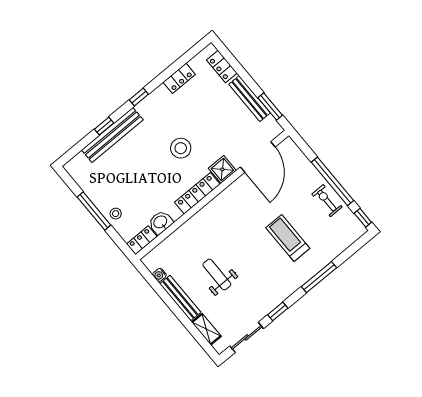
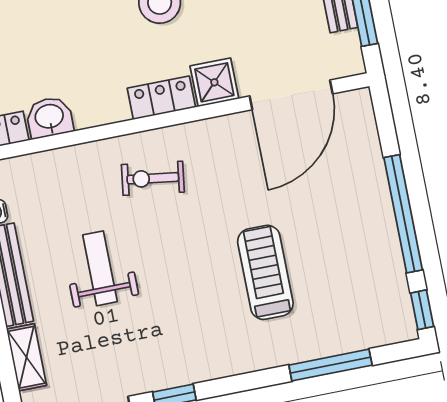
locker: (197, 193) -> (161, 98), width x0.66
exercise bike: (327, 201) -> (153, 178), moved, turned -82
window: (319, 277) -> (330, 365), moved

